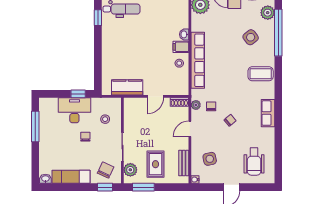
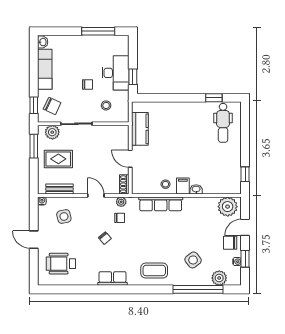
row of seats: (198, 60) -> (161, 204), width x0.73
coffee table: (261, 74) -> (154, 271), turned 90

